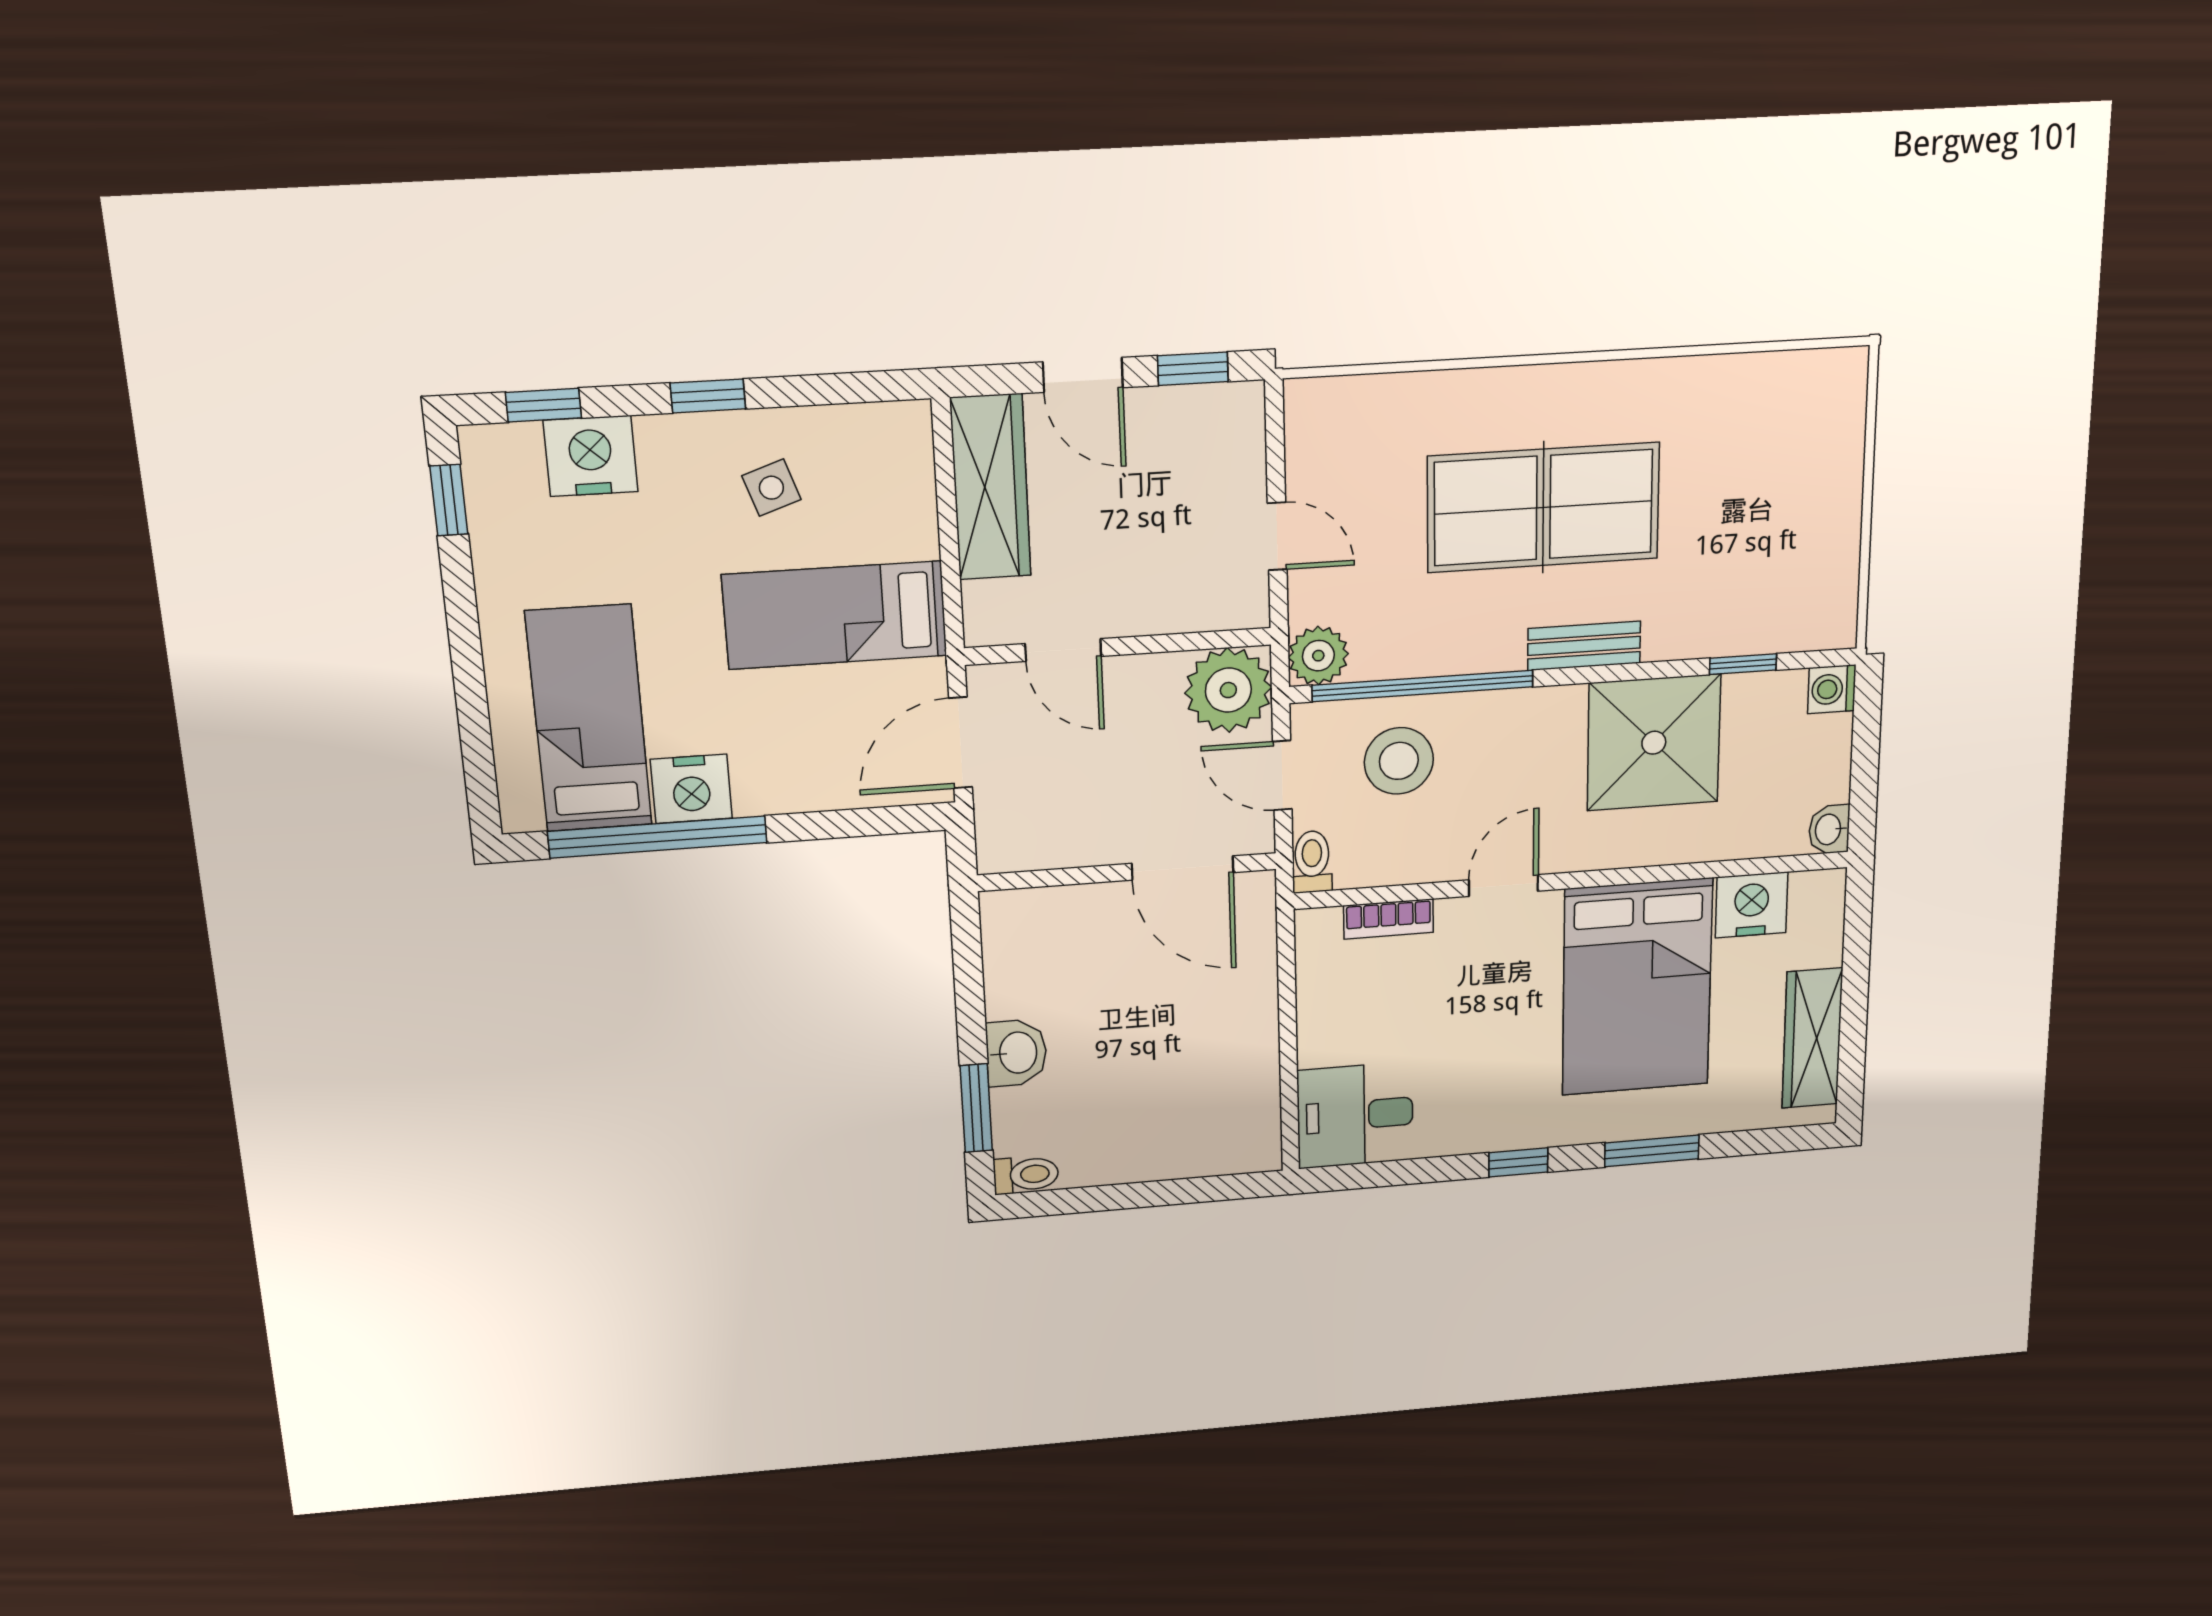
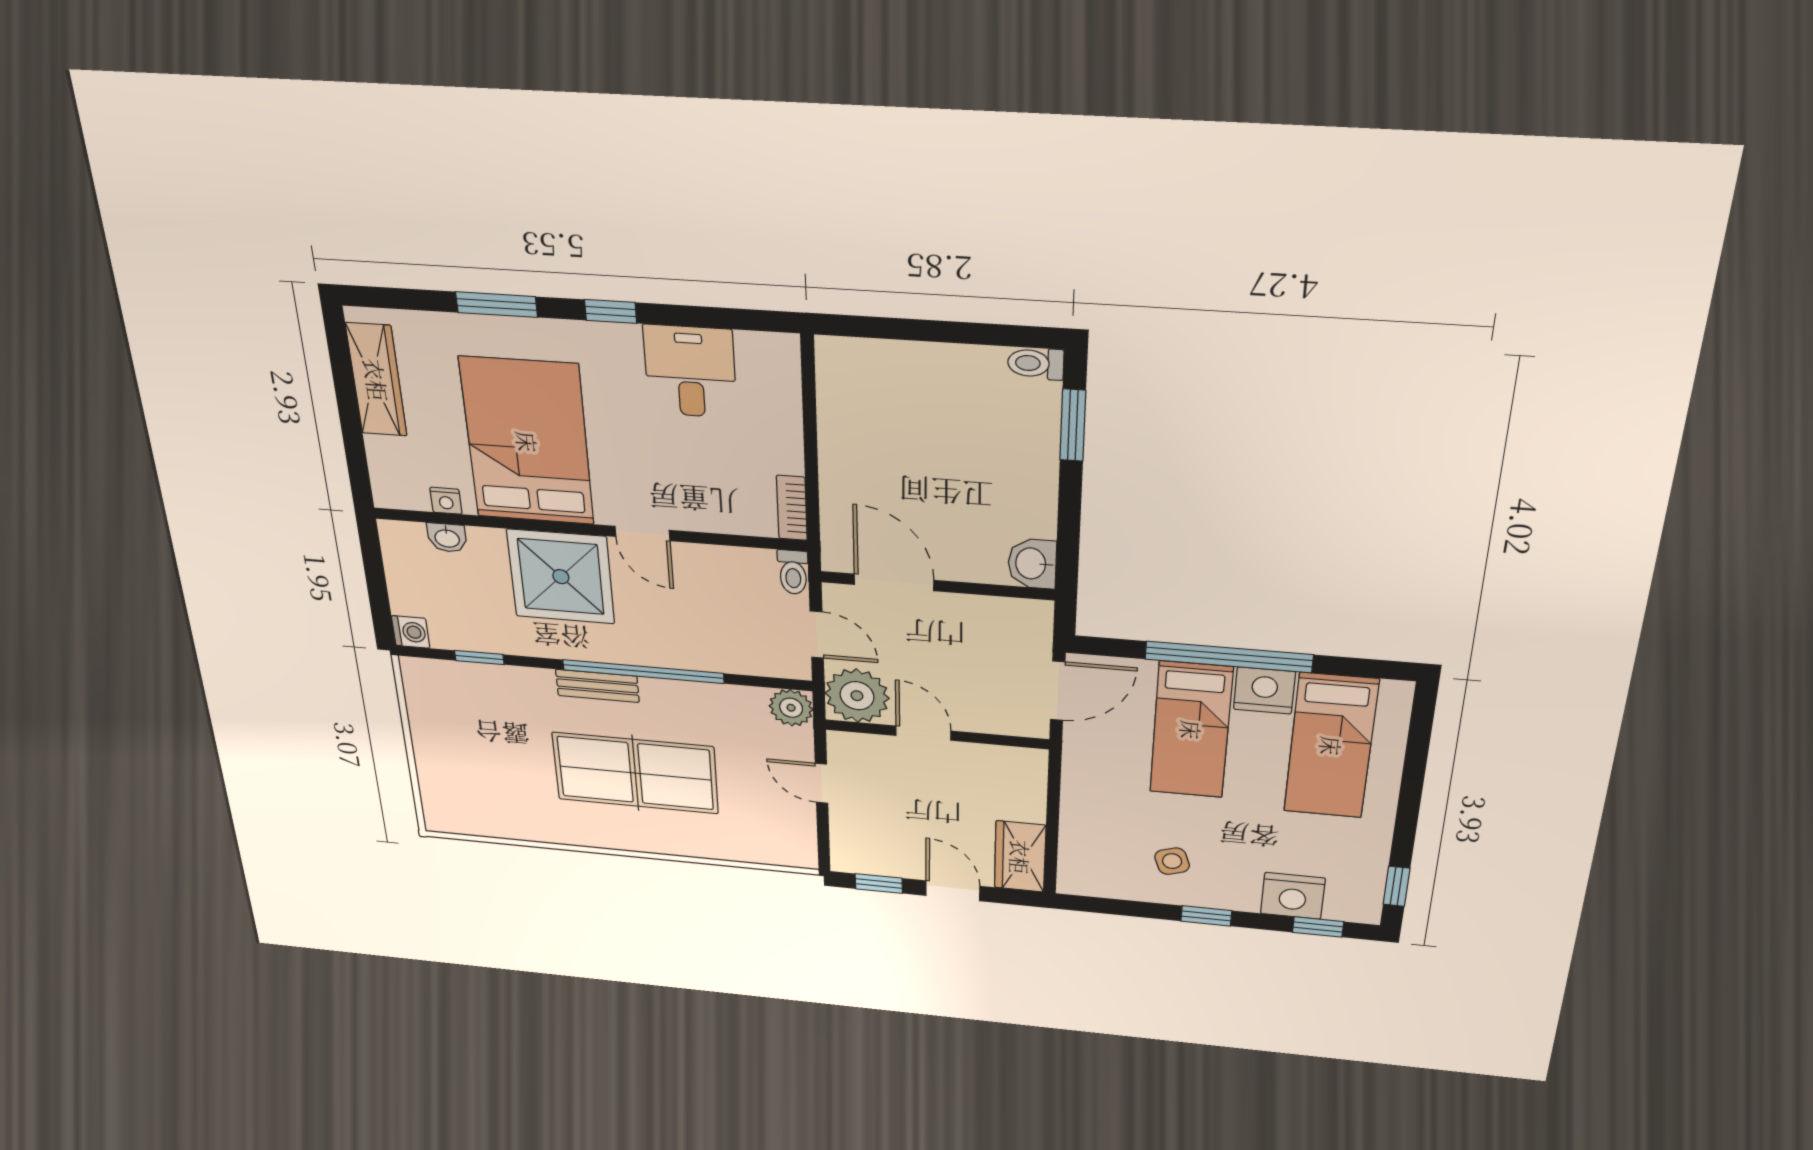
wardrobe: (990, 487) -> (1020, 857), width x0.67
bed: (835, 615) -> (1191, 730), moved, turned 90
door: (1063, 650) -> (923, 733), moved
window: (1423, 686) -> (643, 672), moved
shower: (1654, 743) -> (561, 577), moved
stool: (1399, 761) -> (729, 632), removed
washbasin: (1829, 829) -> (447, 538), moved, turned 90
window: (658, 837) -> (1229, 657), moved
door: (1503, 885) -> (642, 533), hinge flipped
nightstand: (1752, 905) -> (446, 501), width x0.53, depth x0.56
bookcase: (1388, 919) -> (792, 508), moved, turned -90
washbasin: (1016, 1053) -> (1032, 564), moved
desk: (1355, 1115) -> (690, 372), moved, turned -90

